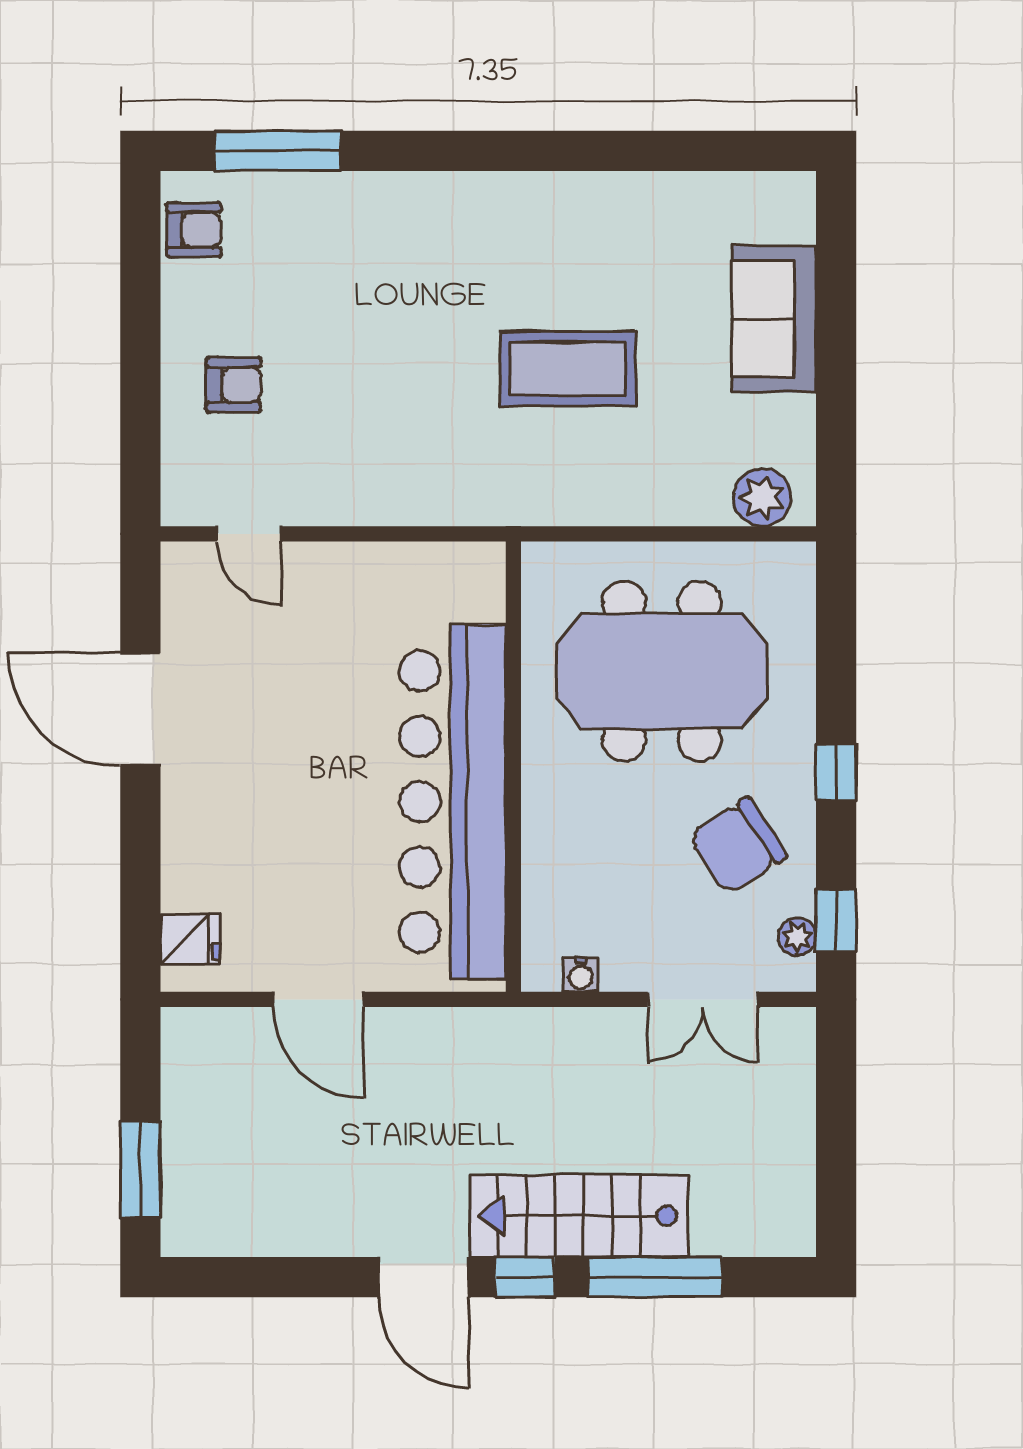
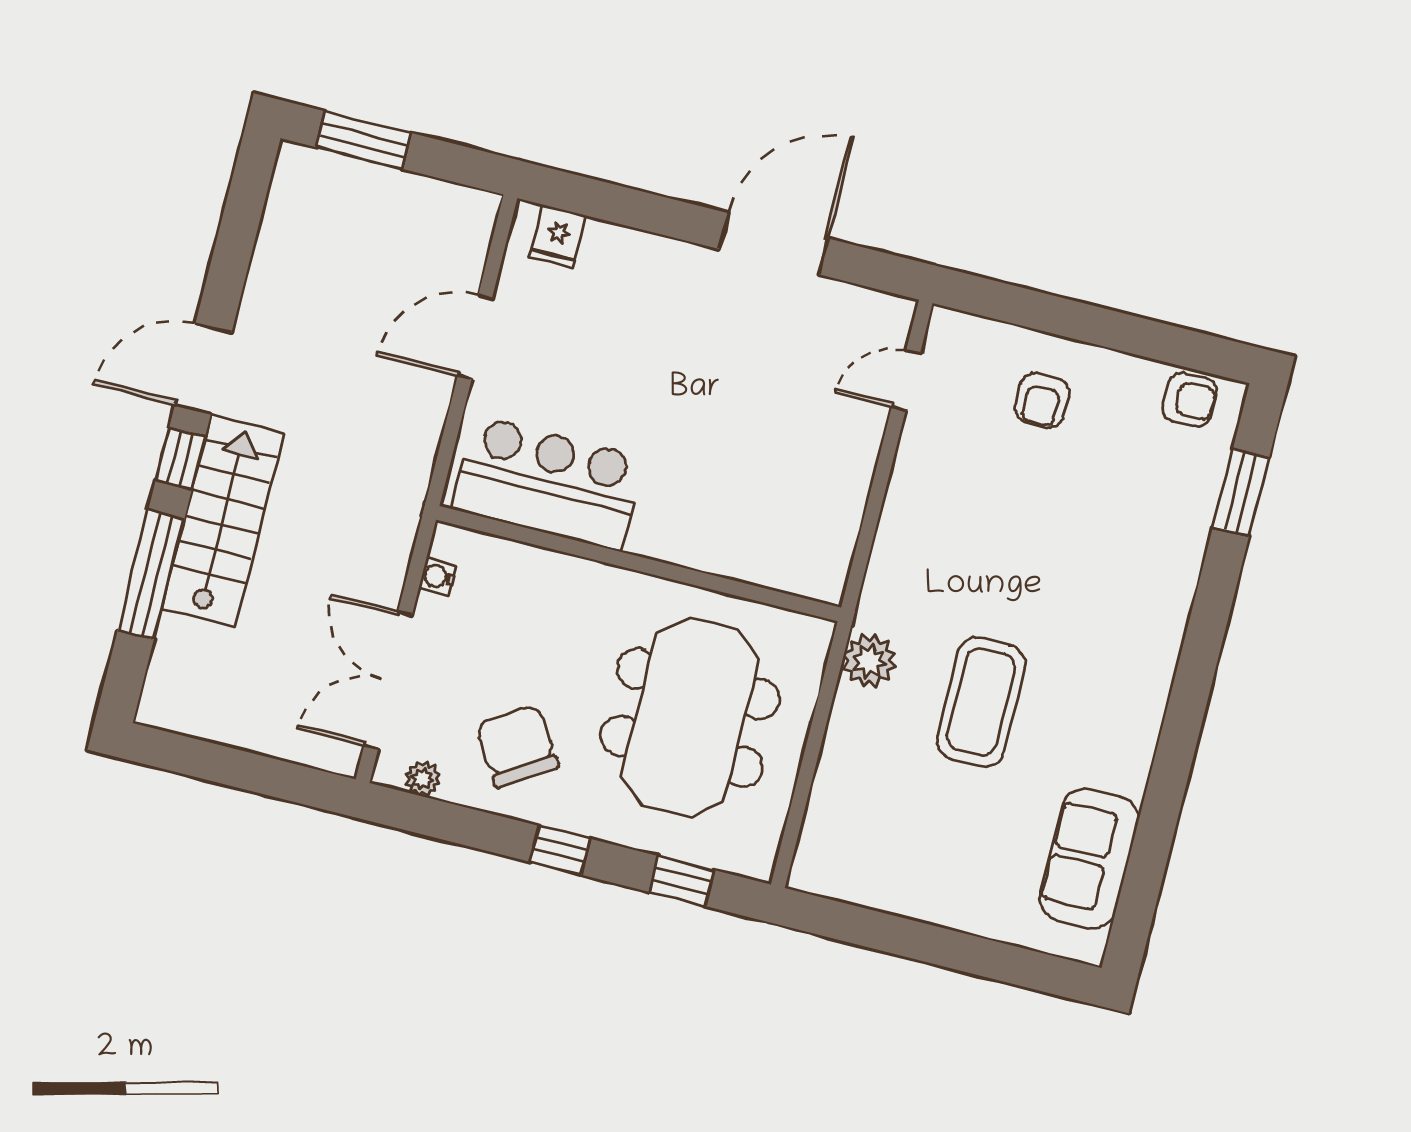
window: (278, 151) -> (1241, 492), width x0.69
armchair: (194, 230) -> (1189, 400), turned -90
sofa: (774, 319) -> (1089, 859), moved, turned -90
plant: (762, 497) -> (869, 661), moved
bar counter: (453, 802) -> (548, 483), width x0.54
window: (836, 921) -> (682, 881), moved
double door: (703, 999) -> (388, 680), width x1.37

